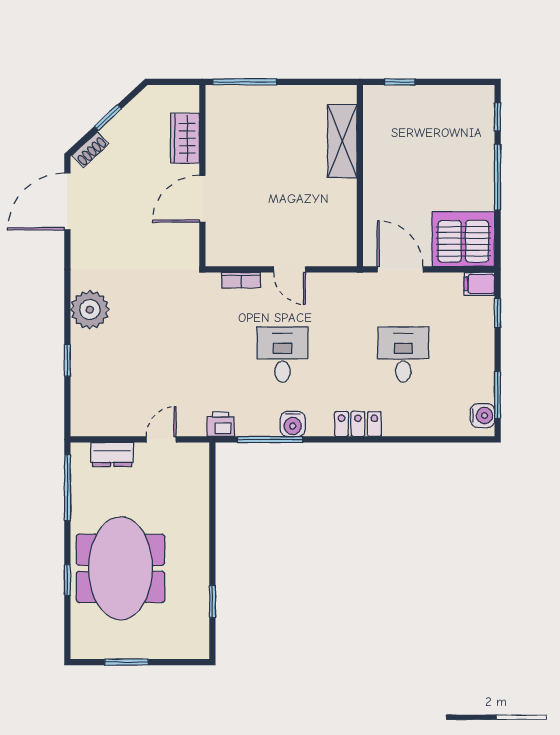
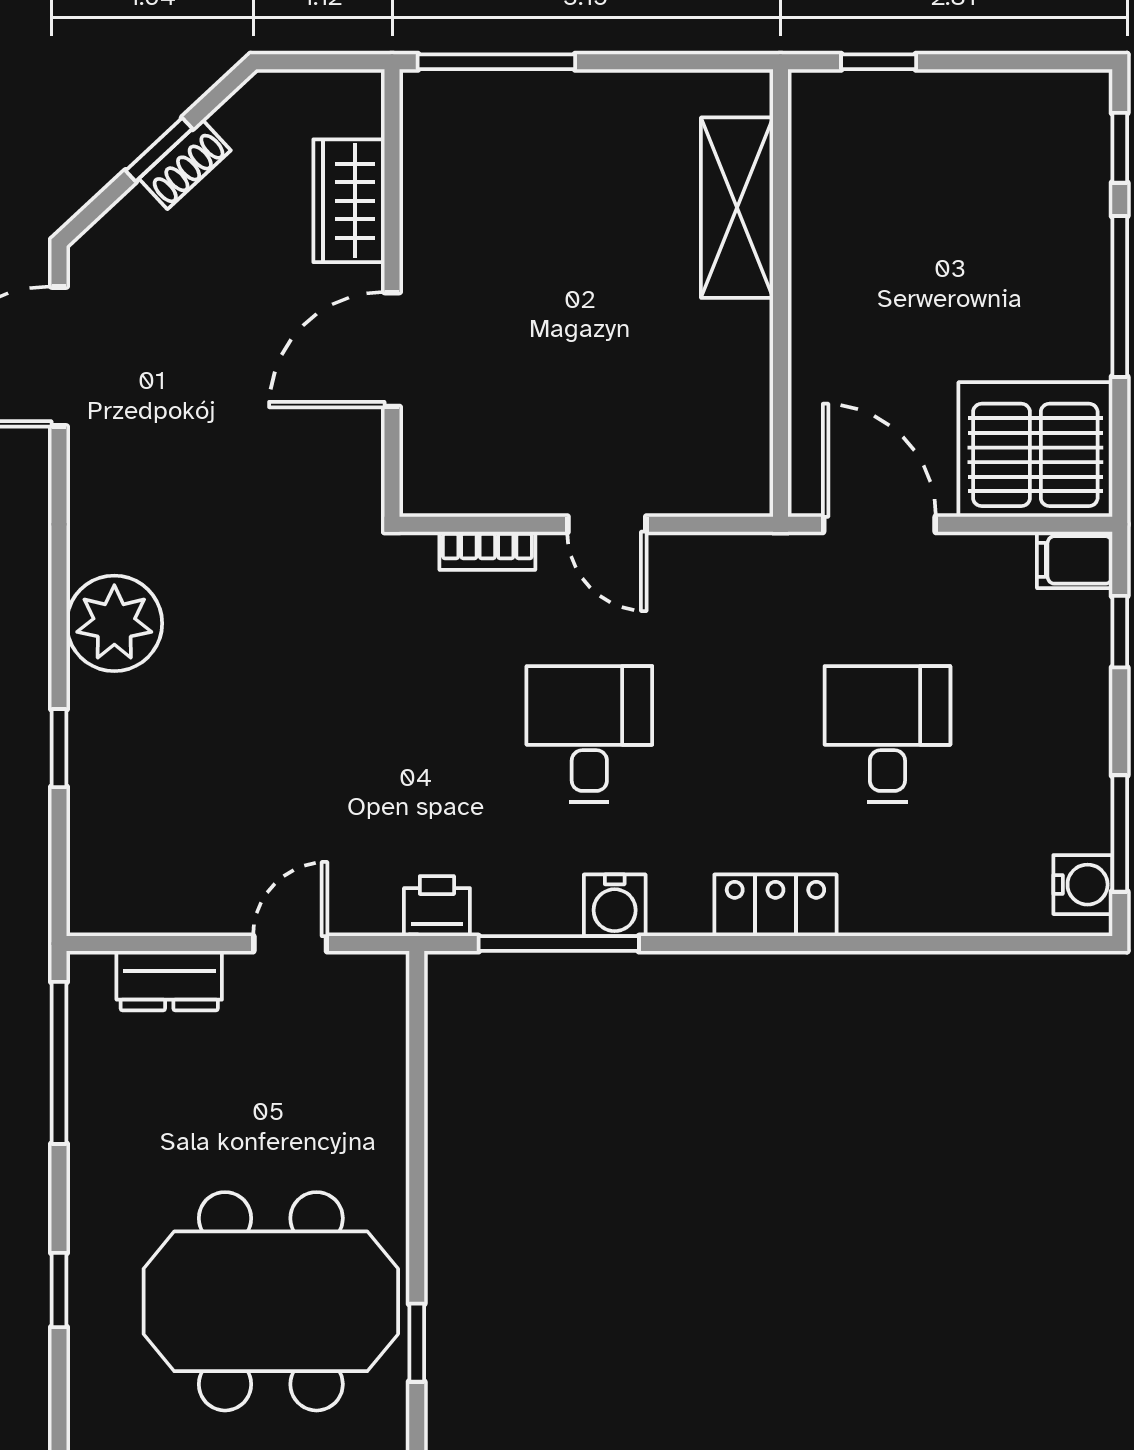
shoe rack: (90, 150) -> (185, 164), moved
meeting table: (121, 568) -> (271, 1301), moved, turned 90

